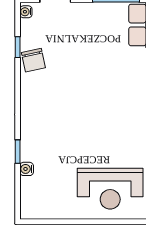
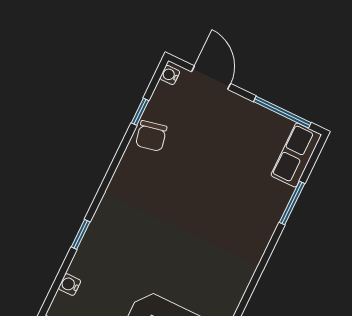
water cooler: (27, 169) -> (70, 285), moved

